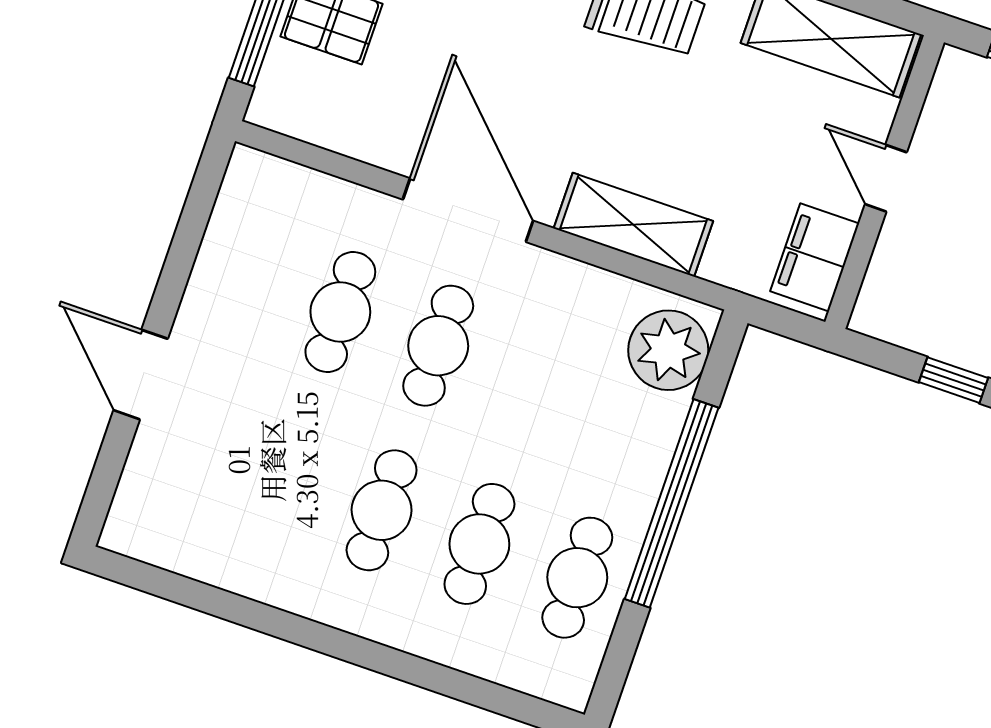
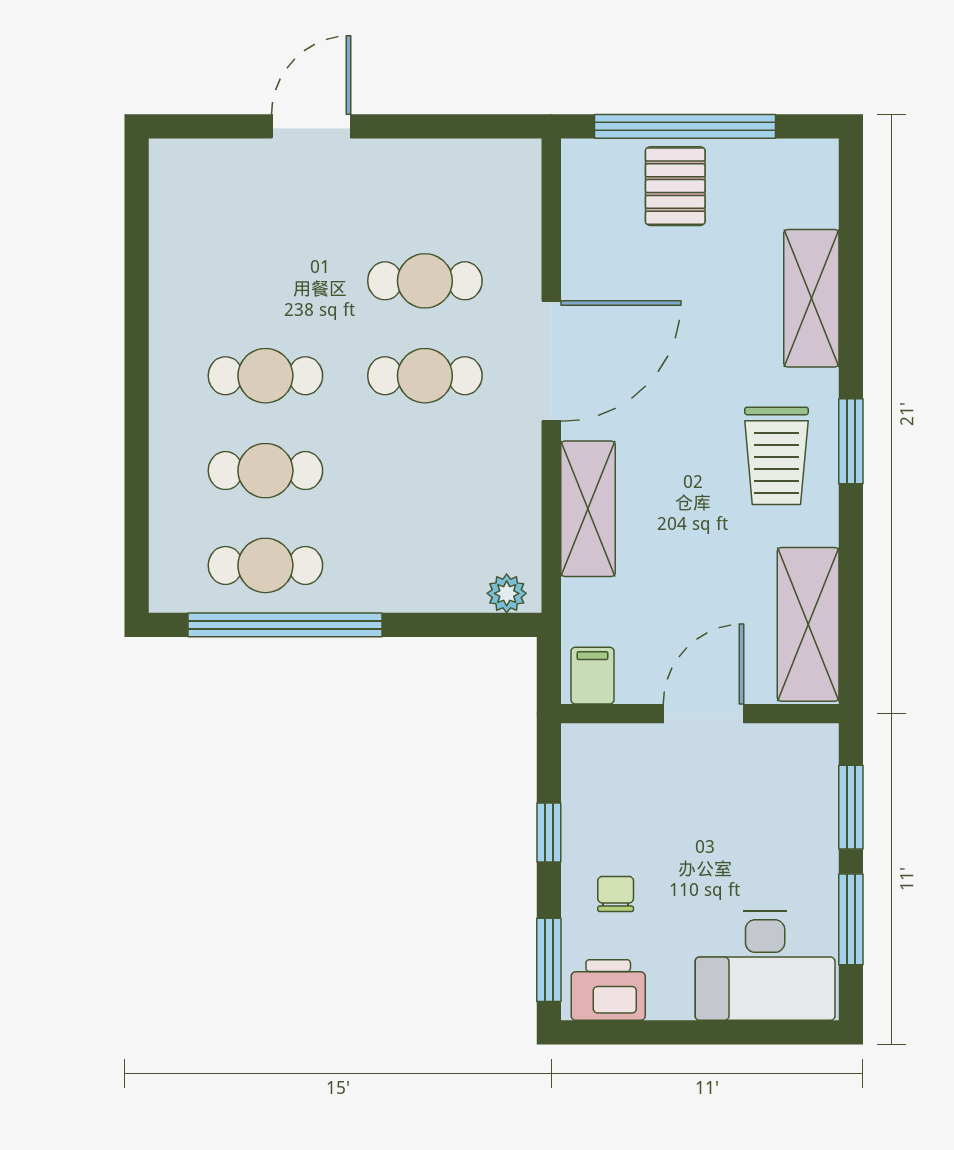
door: (886, 178) -> (704, 714), width x1.38
filing cabinet: (815, 257) -> (592, 676), width x0.50
plant: (668, 350) -> (507, 593), width x0.53, depth x0.53
window: (672, 503) -> (285, 625), moved

